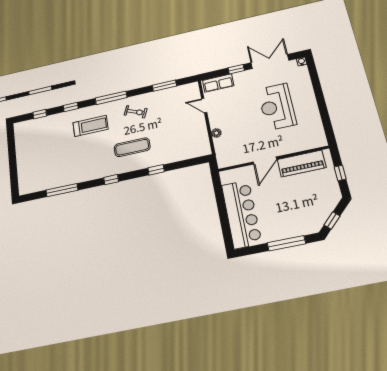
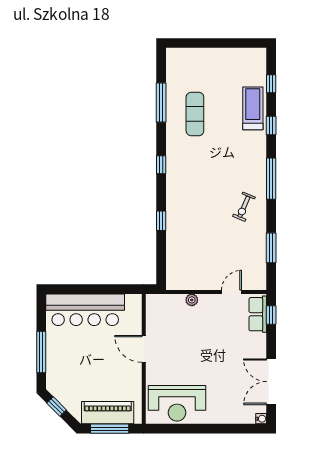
double door: (270, 62) -> (271, 382), swing flipped
window: (236, 69) -> (271, 315), moved
reception desk: (277, 107) -> (177, 403), moved, turned 180
treadmill: (90, 126) -> (253, 108), moved, turned 180
exercise mat: (132, 147) -> (195, 114), moved
piano: (302, 164) -> (108, 413), moved, turned 90
window: (340, 173) -> (110, 429), width x2.17

